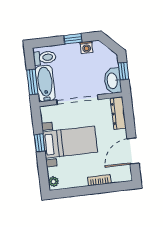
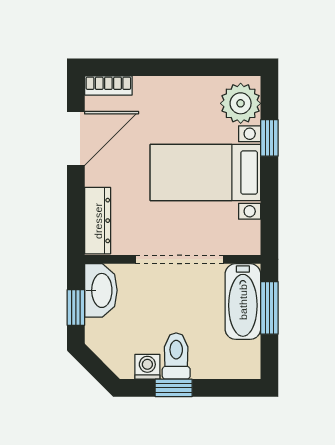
toilet: (45, 58) -> (176, 356), moved, turned 90
window: (40, 143) -> (269, 138), moved
bookcase: (99, 180) -> (108, 86), moved
plant: (53, 182) -> (241, 103), width x1.88, depth x1.88

